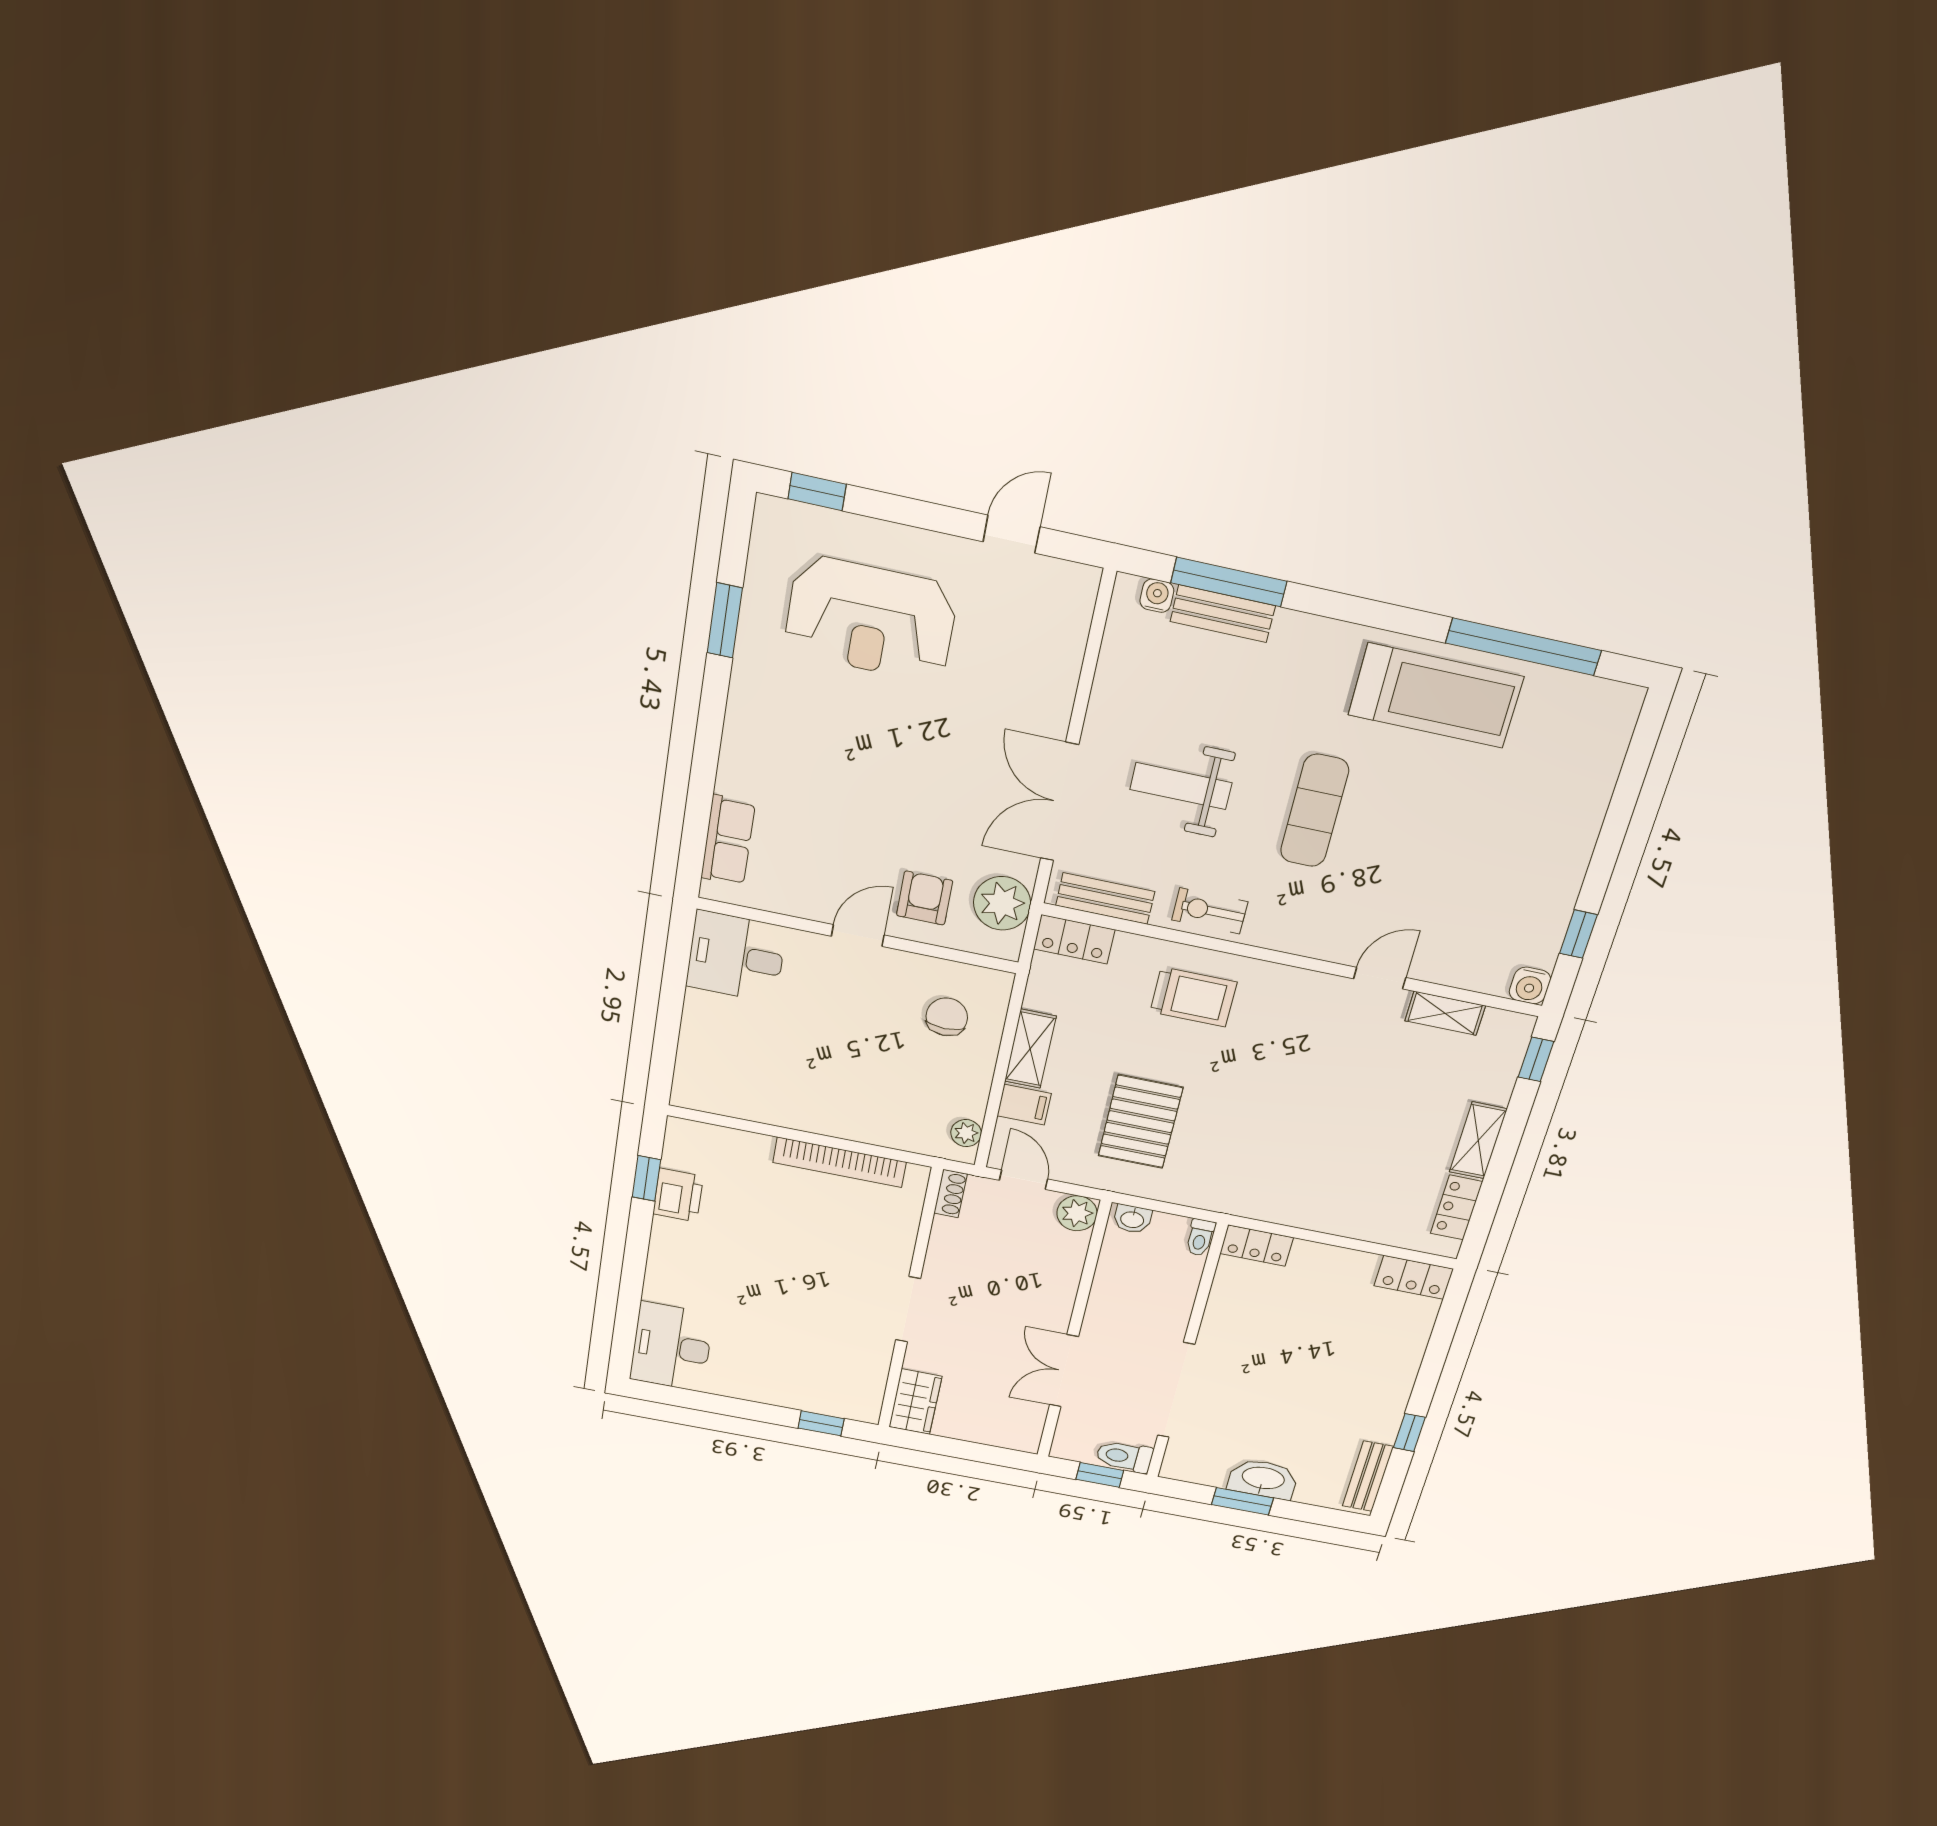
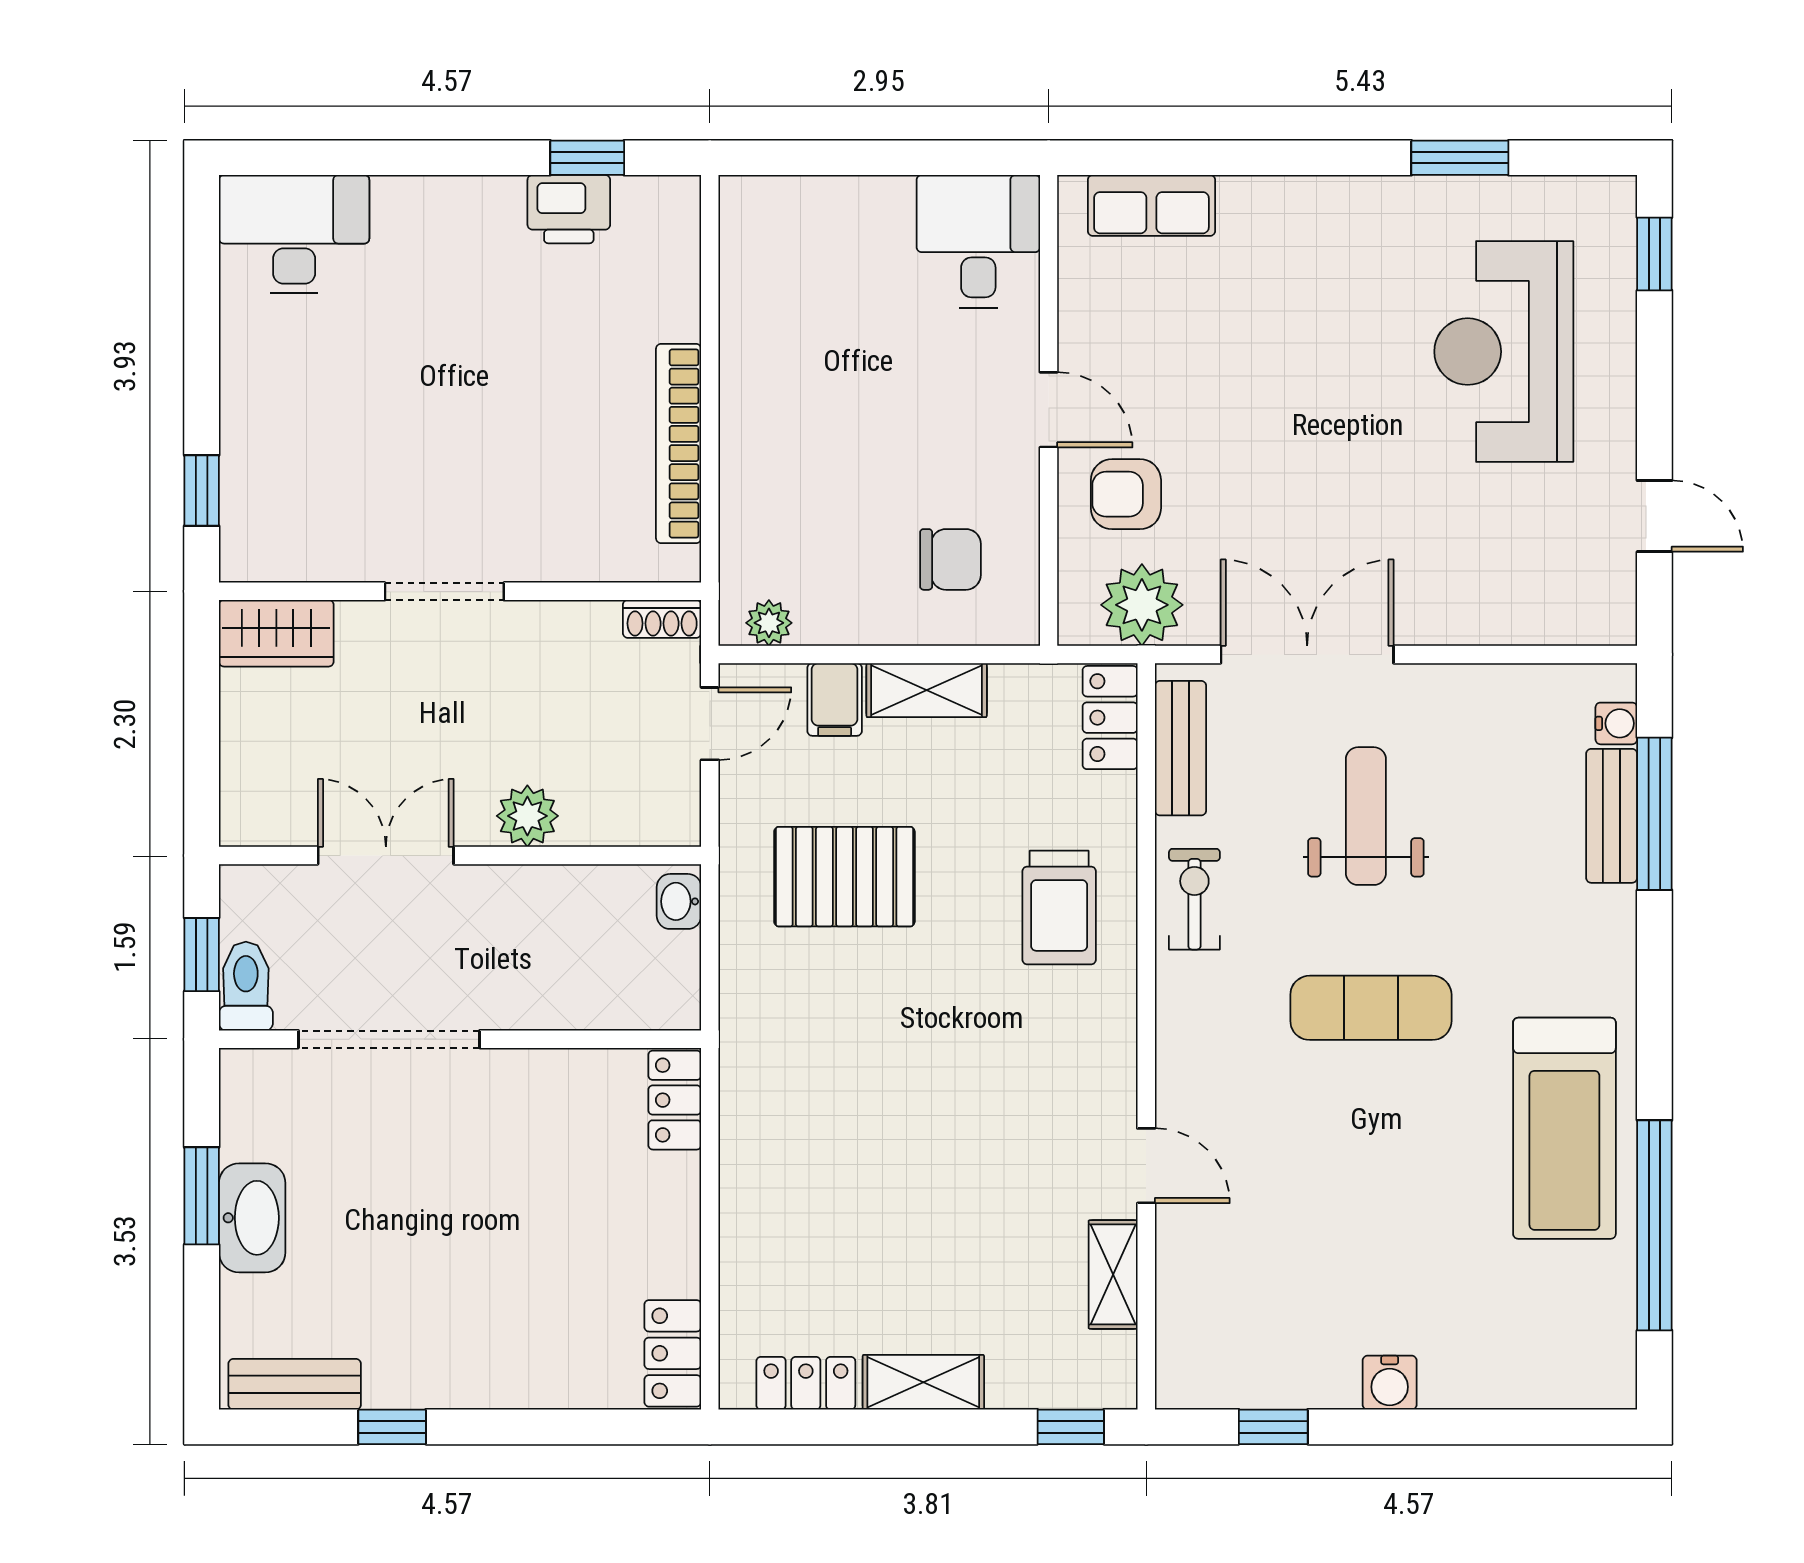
armchair: (925, 898) -> (1126, 494), turned 180
water cooler: (1530, 985) -> (1390, 1383), moved, turned -90
plant: (1077, 1213) -> (527, 816), moved
toilet: (1200, 1237) -> (670, 1011), removed

